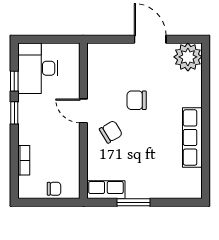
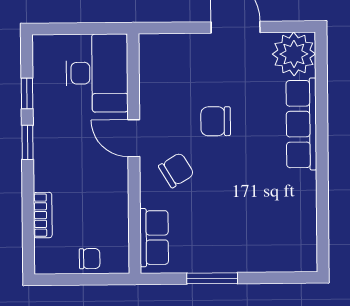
desk: (38, 68) -> (97, 73), moved, turned 180
row of seats: (192, 138) -> (301, 124), moved
row of seats: (106, 190) -> (154, 238), moved, turned 90

